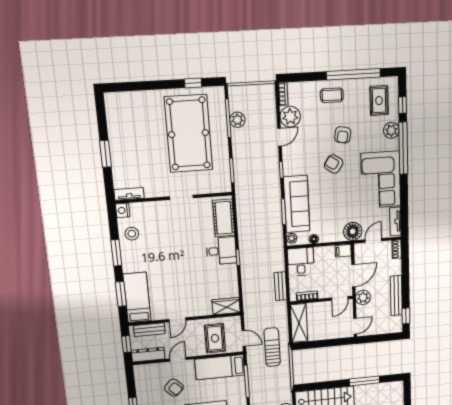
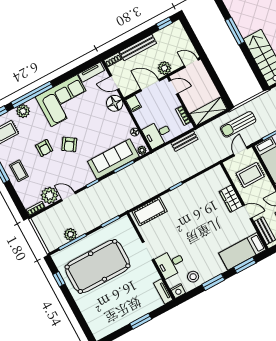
armchair: (343, 135) -> (44, 148), turned 80
desk: (221, 251) -> (171, 264), moved, turned -90
bench: (396, 296) -> (138, 47), moved
wardrobe: (226, 306) -> (231, 199), moved

